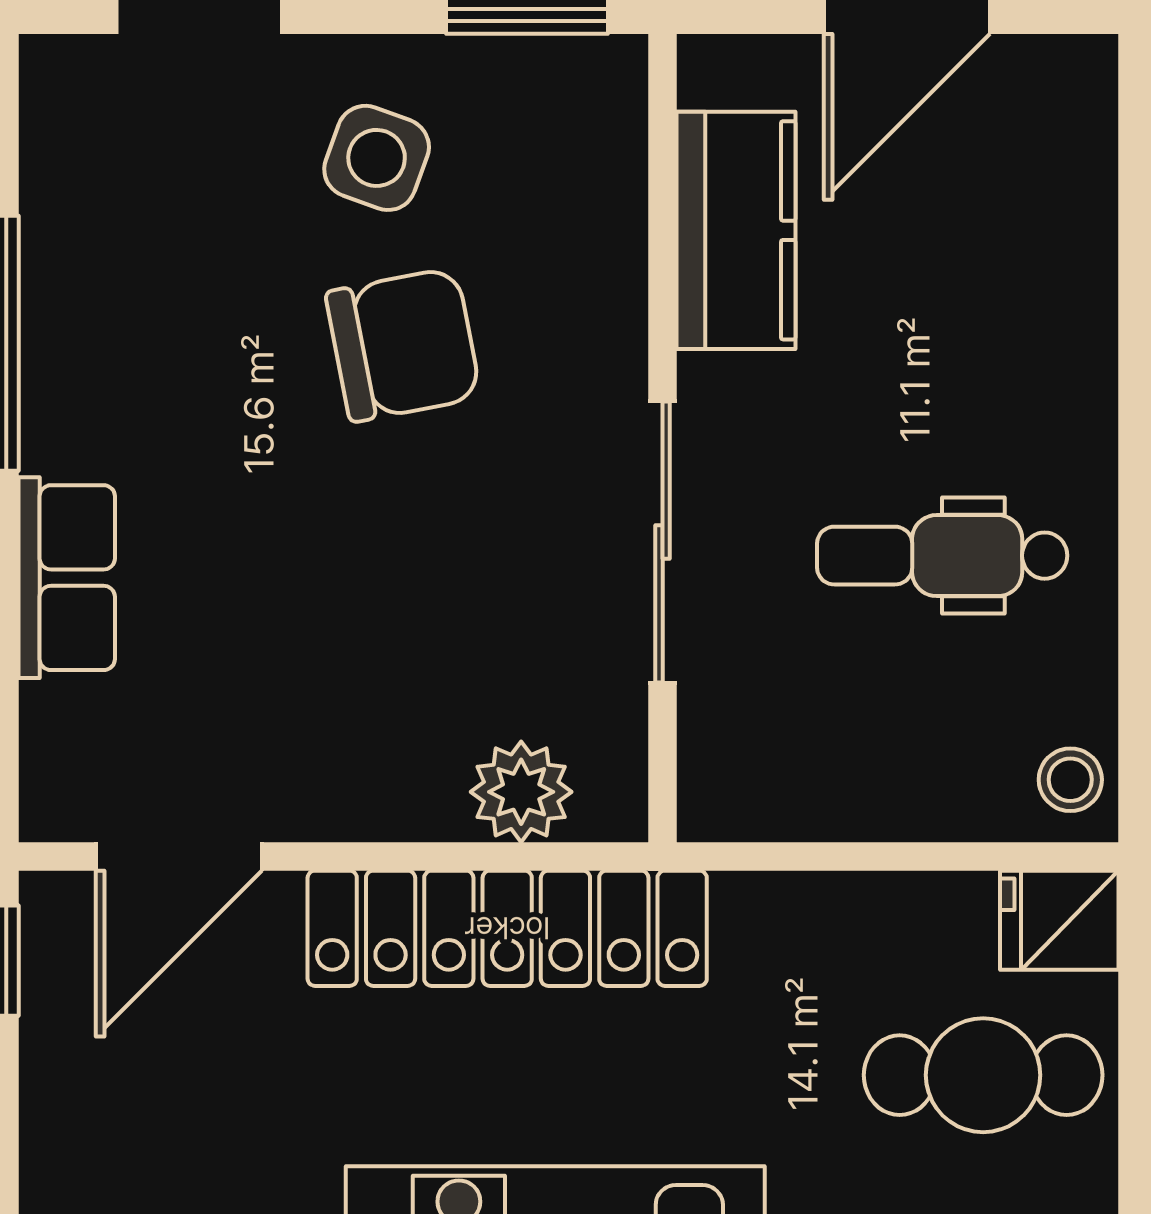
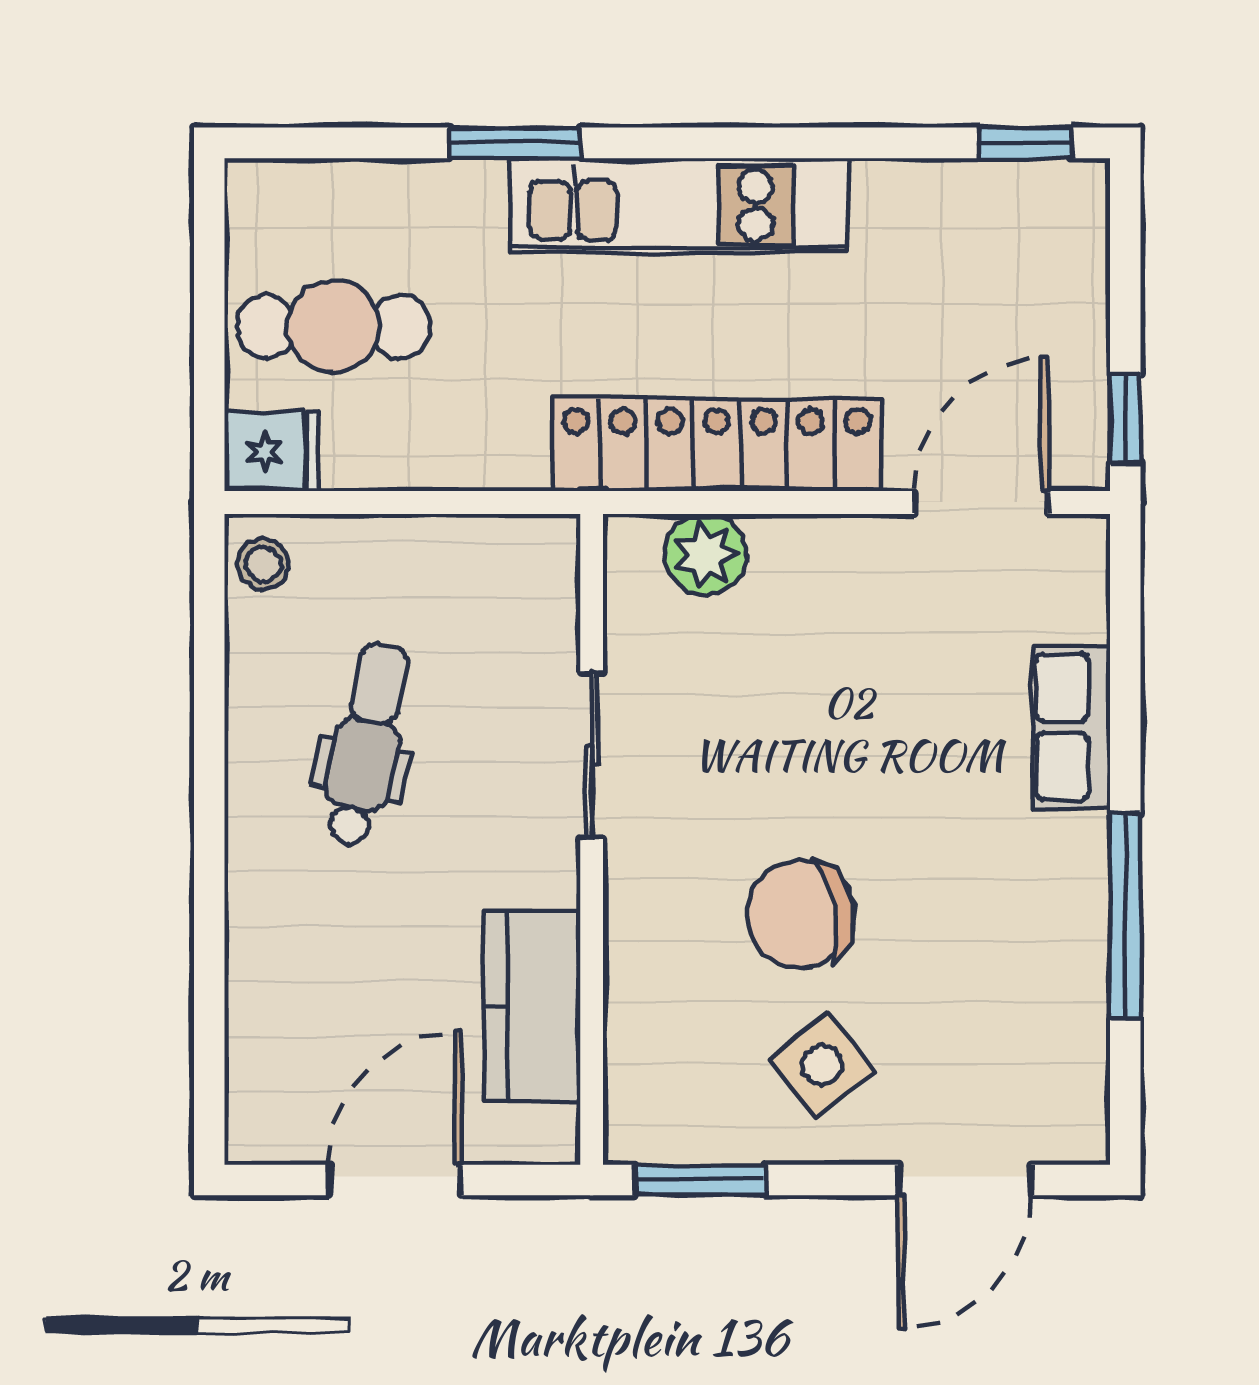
side table: (377, 158) -> (822, 1065), turned 31
sliding door: (663, 542) -> (592, 756), width x0.73
dental chair: (942, 556) -> (366, 745), turned -78

